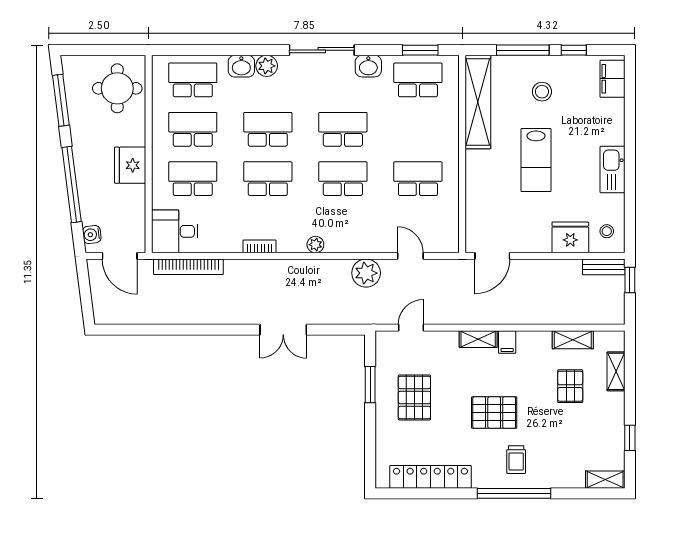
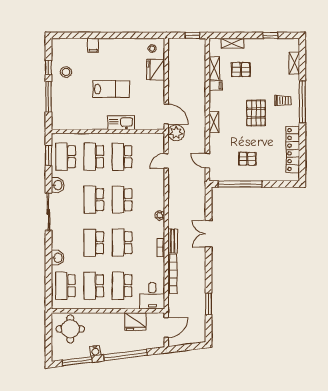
plant: (267, 66) -> (57, 243), removed
filing cabinet: (612, 79) -> (93, 45), moved, width x0.50
stool: (542, 92) -> (66, 72), moved
shelving: (478, 102) -> (78, 122), removed
school desk: (418, 129) -> (94, 157), added
fridge: (130, 165) -> (135, 321), moved
kitchen sink: (613, 170) -> (121, 123), moved, turned 180
water cooler: (92, 235) -> (95, 351), moved
bookcase: (188, 267) -> (172, 274), moved
bench: (604, 267) -> (173, 241), moved
plant: (366, 273) -> (176, 133), moved
window: (630, 280) -> (192, 35), moved
window: (161, 330) -> (209, 304), added
double door: (283, 330) -> (209, 234), swing flipped
filing cabinet: (507, 342) -> (216, 85), moved
window: (370, 385) -> (240, 184), width x2.11
pallet: (414, 397) -> (247, 159), width x0.67, depth x0.71
shelving: (605, 480) -> (294, 63), moved

